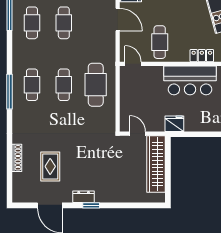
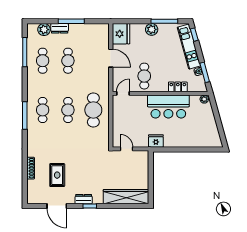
door: (133, 64) -> (123, 93), hinge flipped
wardrobe: (156, 164) -> (126, 197), moved, turned 90

